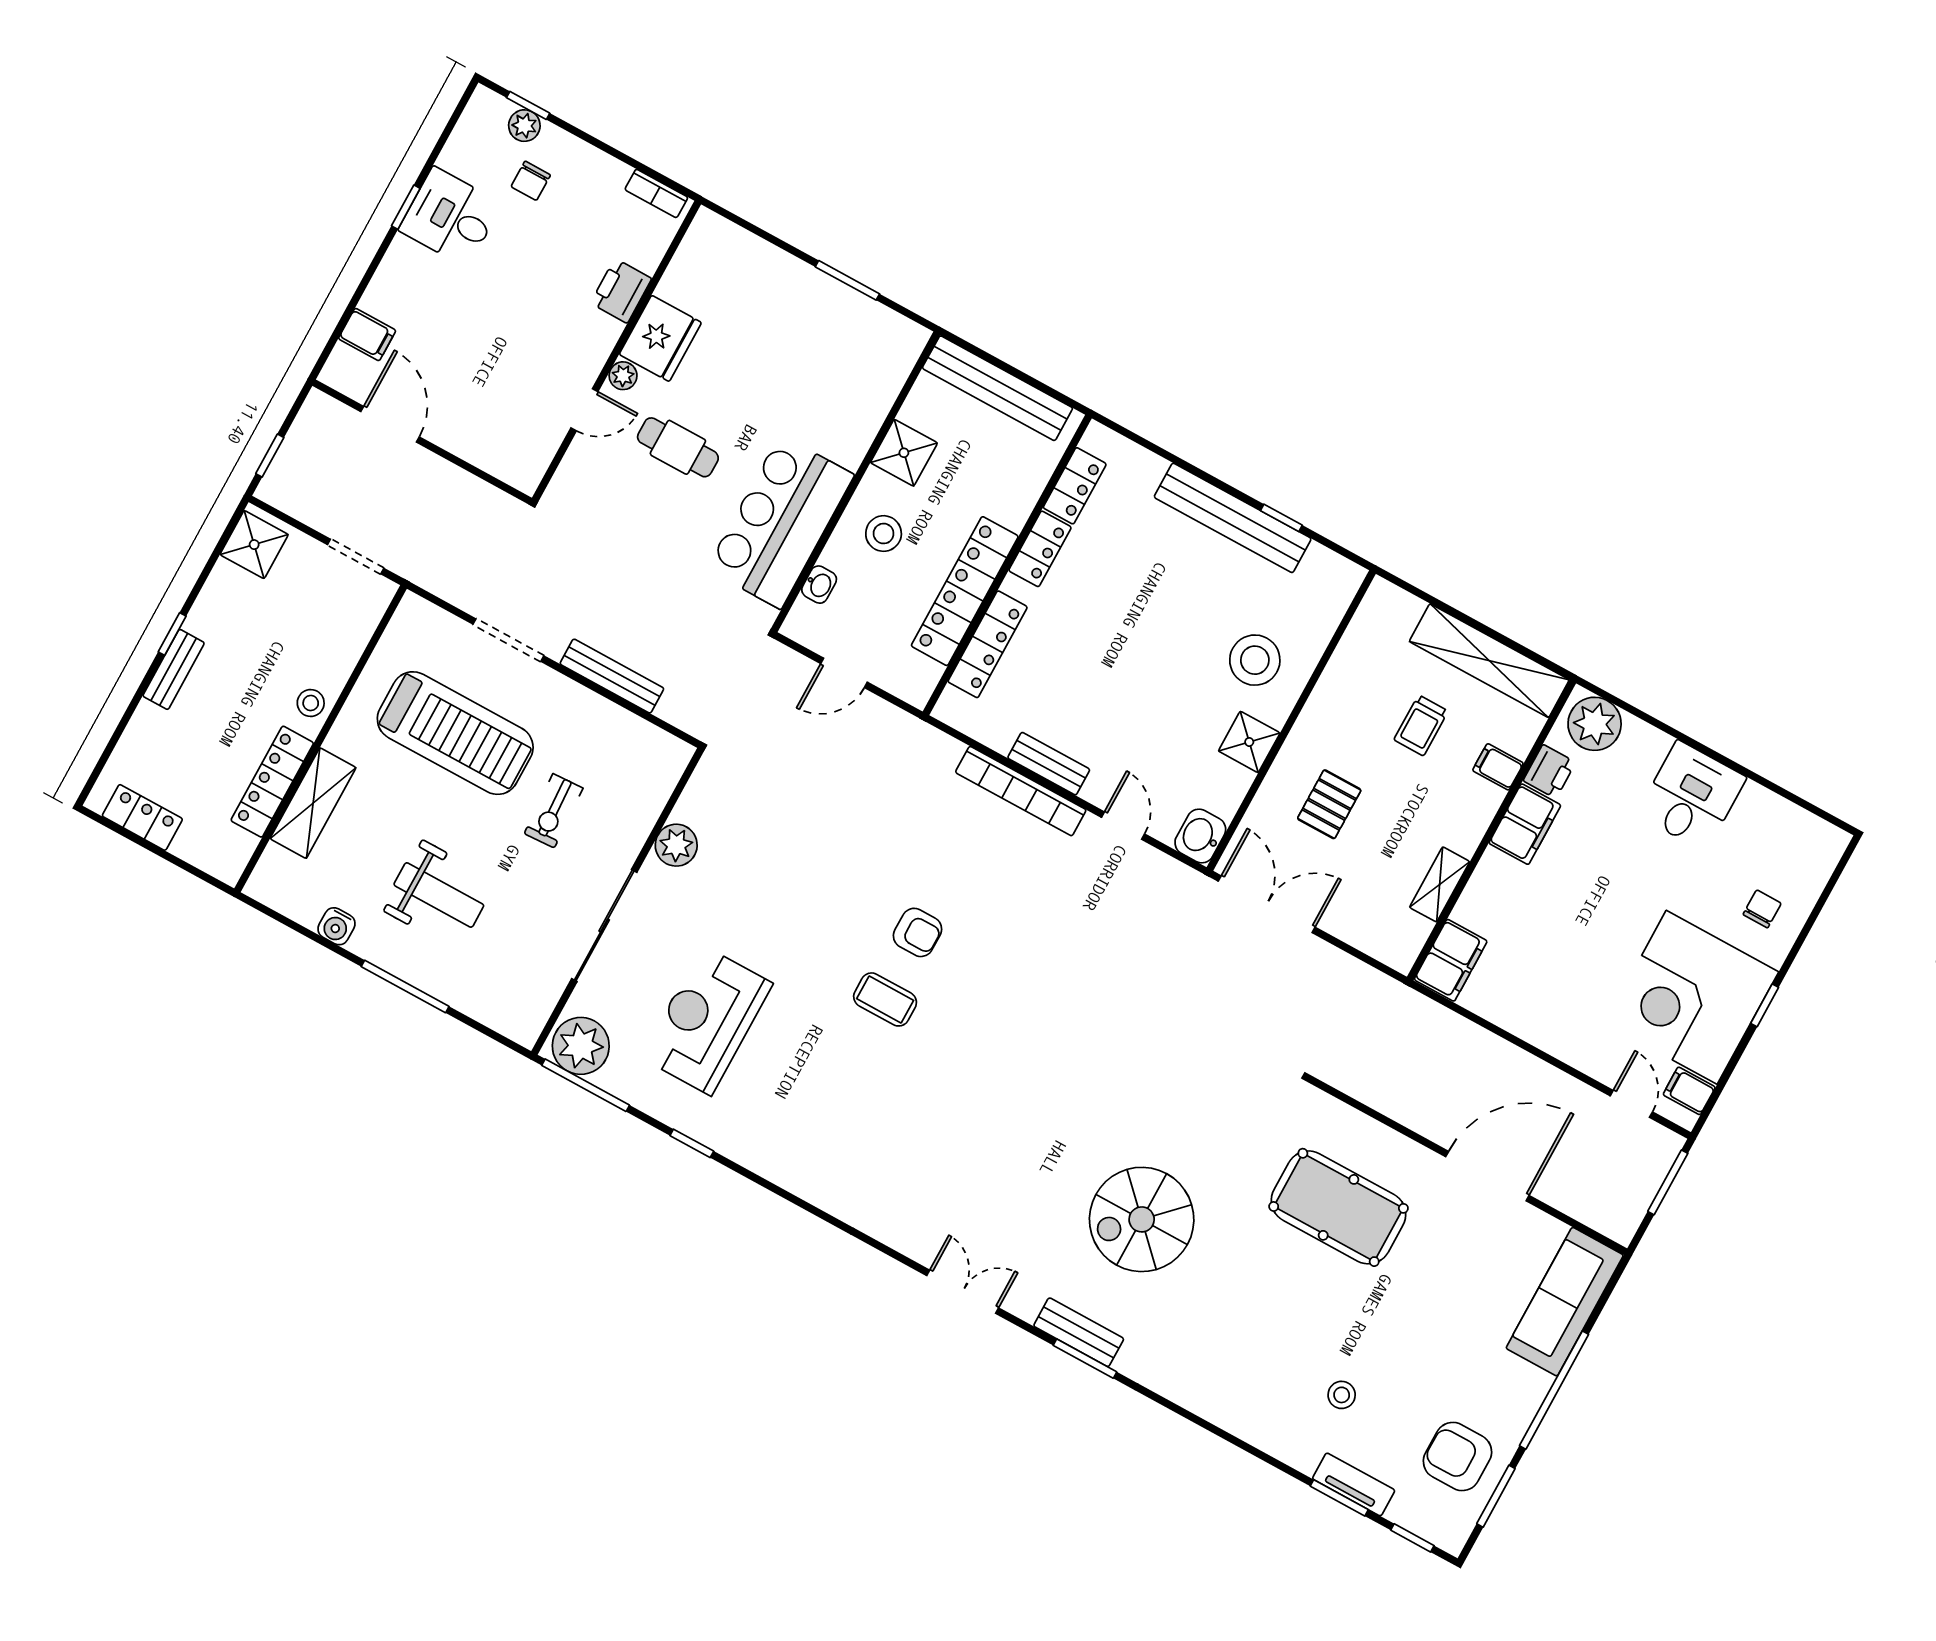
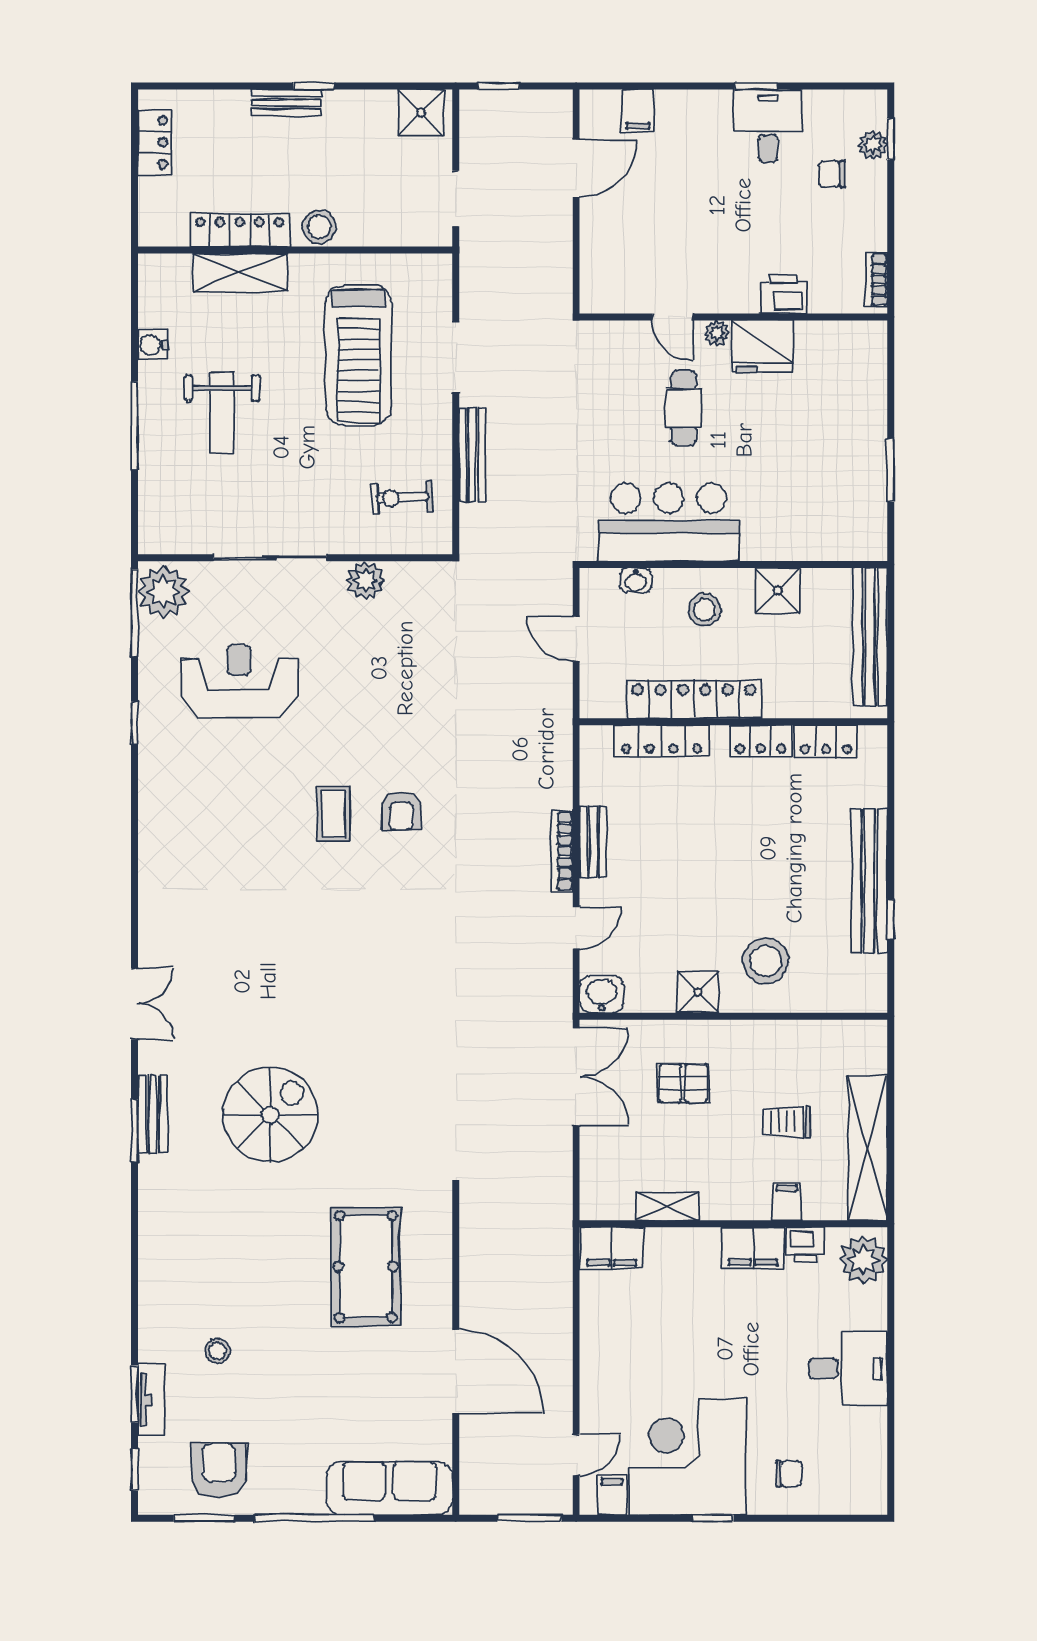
stool: (311, 703) -> (319, 227), width x1.37, depth x1.37
bookcase: (1021, 791) -> (562, 851), width x0.68, depth x0.76
exercise bike: (554, 811) -> (402, 498), moved
spiral stairs: (1142, 1219) -> (270, 1115), turned 90

